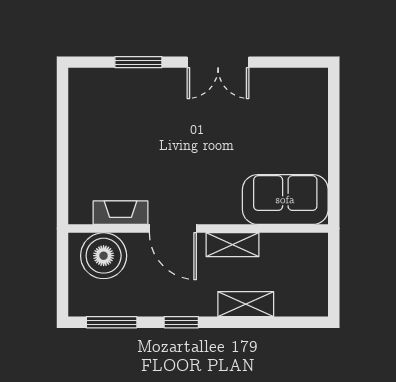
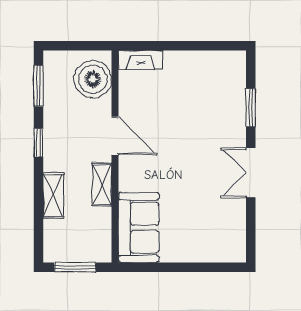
fireplace: (120, 213) -> (141, 60), moved, turned 90
door: (173, 229) -> (115, 136), swing flipped
window: (334, 277) -> (75, 267), added

